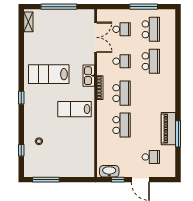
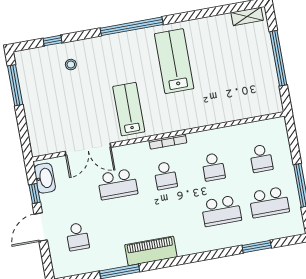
double door: (96, 37) -> (88, 149), moved
window: (178, 42) -> (257, 247), added
kitchen sink: (89, 76) -> (183, 122), removed
school desk: (122, 93) -> (165, 176), width x0.54
window: (21, 98) -> (132, 26), width x3.17
piano: (168, 129) -> (151, 251), moved

